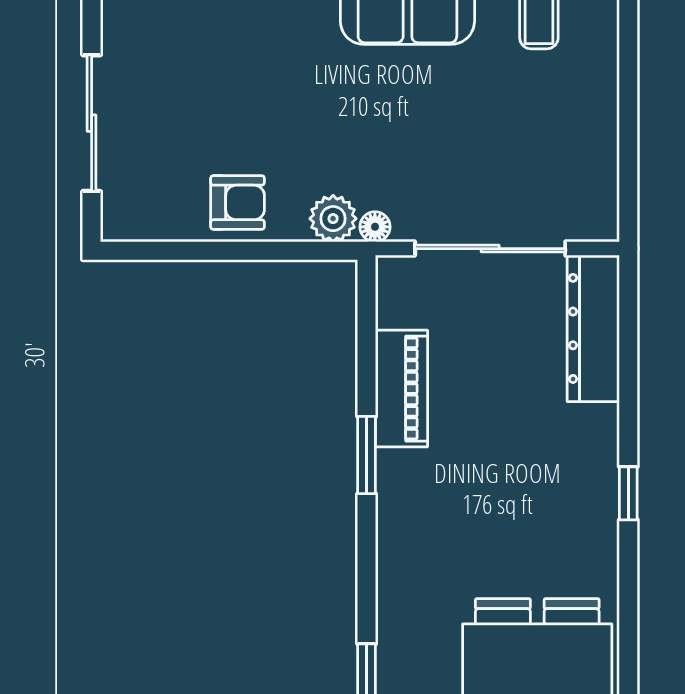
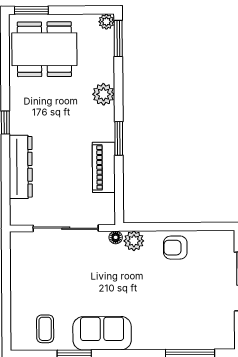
dresser: (593, 328) -> (21, 167), moved
plant: (401, 557) -> (103, 94), added

